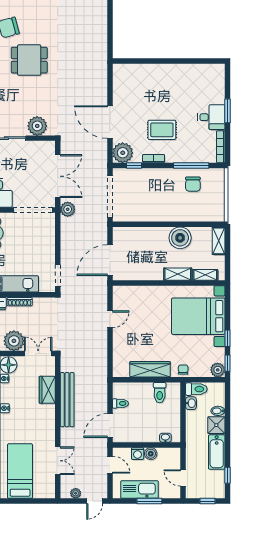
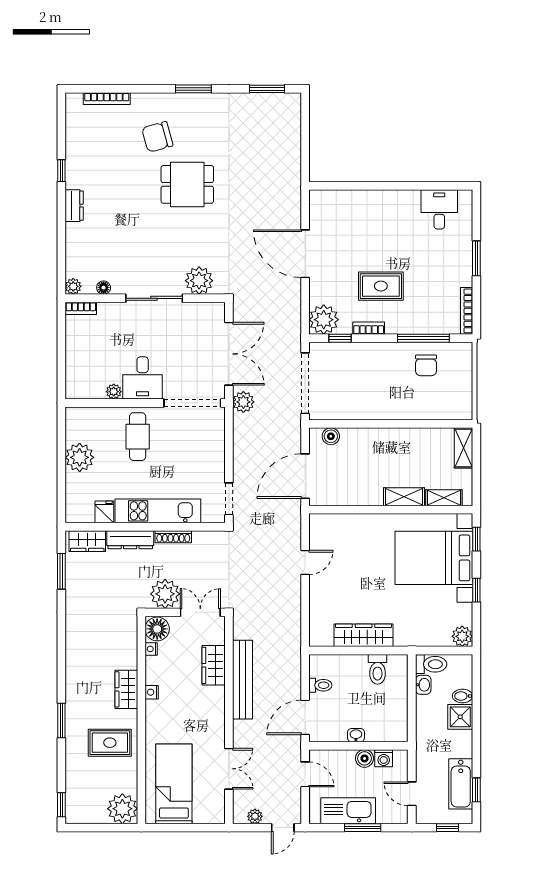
desk: (211, 117) -> (439, 209), moved, turned -90
door: (110, 122) -> (305, 254), moved
boiler: (180, 238) -> (331, 436), moved, width x0.54, depth x0.54
window: (227, 363) -> (476, 539), moved
chair: (183, 370) -> (412, 636), removed
washbasin: (165, 438) -> (356, 735), moved
bathtub: (217, 452) -> (461, 784), moved
washing machine: (138, 454) -> (384, 758), moved

